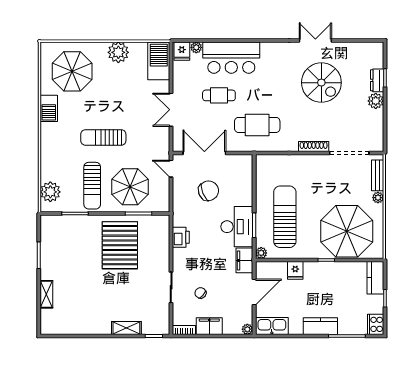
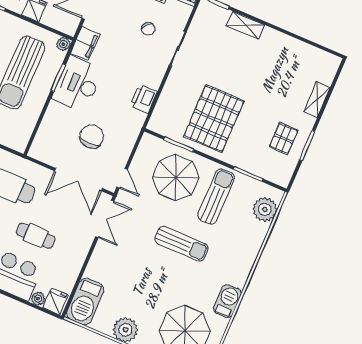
double door: (171, 110) -> (105, 219), moved
chair: (209, 191) -> (92, 137), turned 113
pallet: (59, 253) -> (284, 138), added

